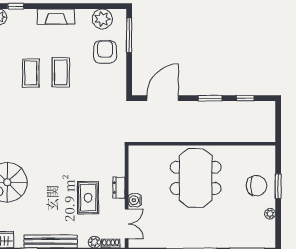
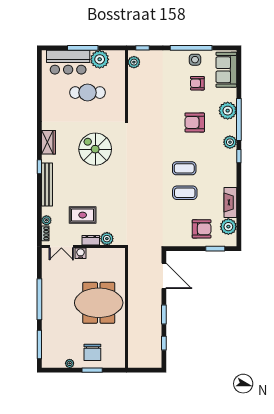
fireplace: (56, 17) -> (230, 202), moved
window: (129, 35) -> (215, 249), width x0.69
plant: (117, 168) -> (107, 239), added

